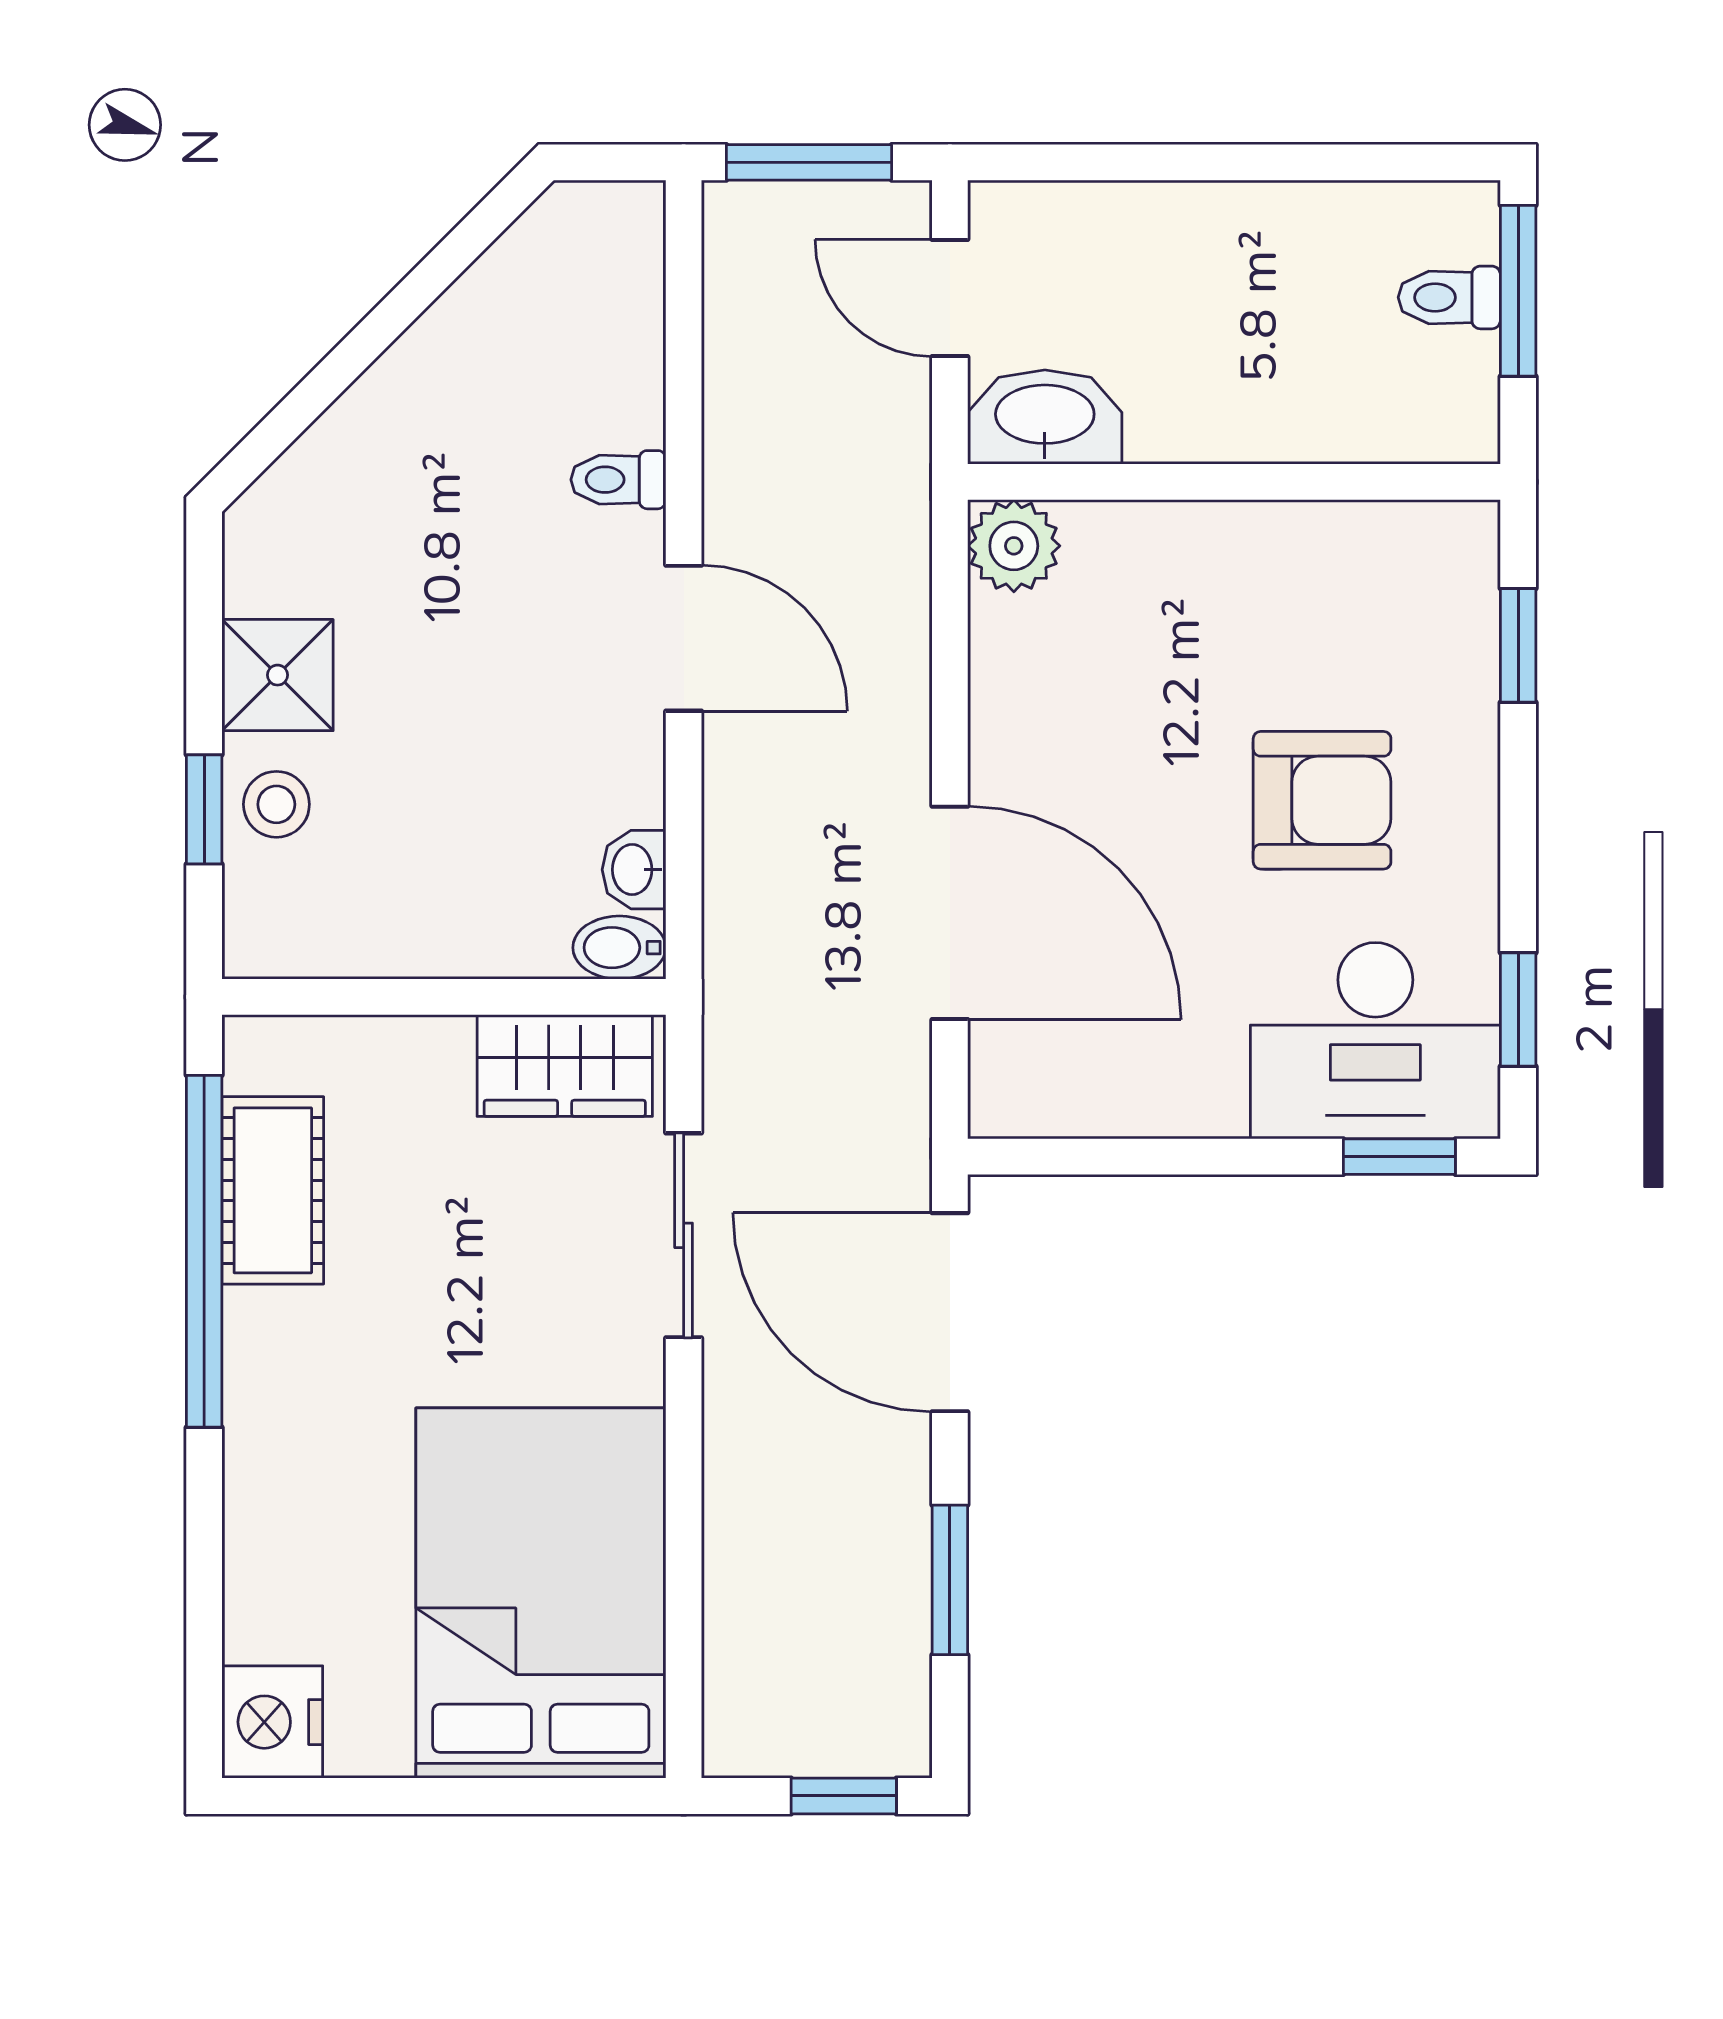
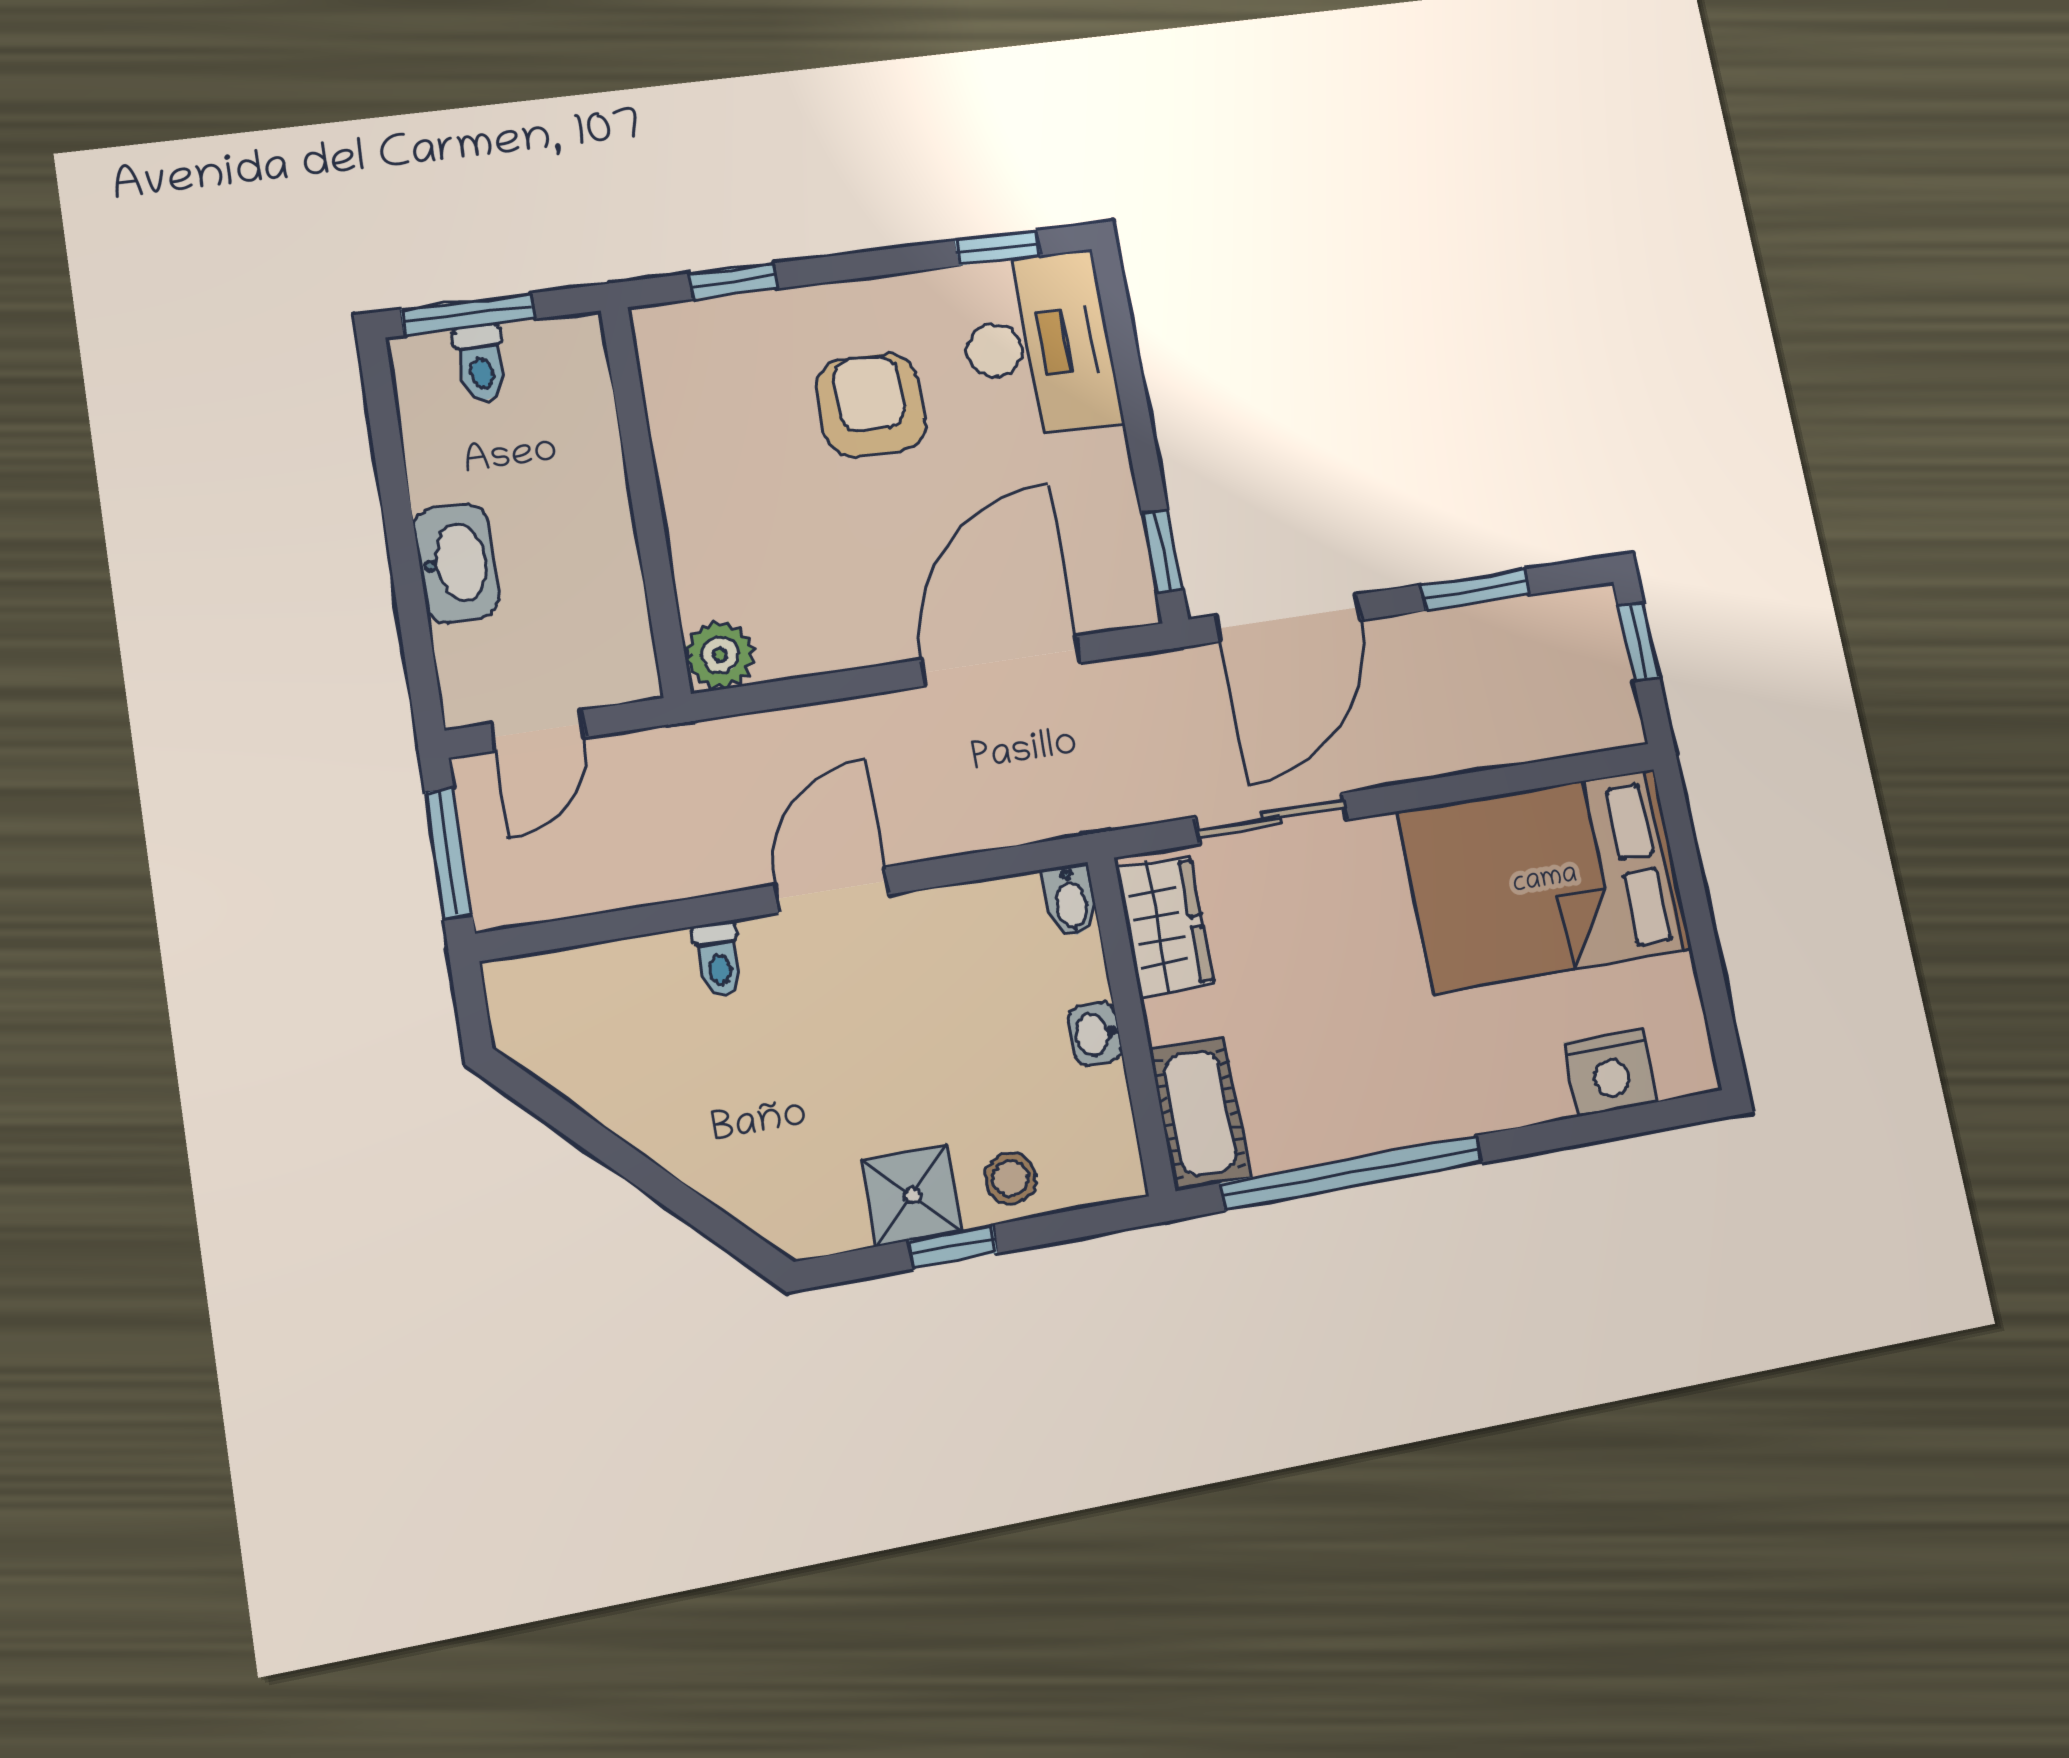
washbasin: (1045, 417) -> (456, 563), moved, turned 180
window: (204, 809) -> (953, 1247), moved
washbasin: (634, 870) -> (1095, 1034), moved, turned 90
window: (1399, 1157) -> (1162, 551), moved
cot: (273, 1190) -> (1200, 1113), moved, turned 90
nightstand: (272, 1722) -> (1610, 1072), moved

